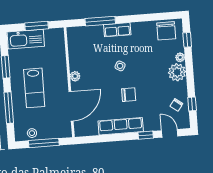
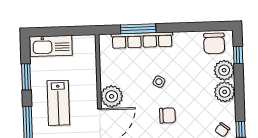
window: (37, 26) -> (64, 31), removed
row of seats: (117, 30) -> (142, 40), width x2.02
plant: (180, 57) -> (224, 70), width x1.88, depth x1.88
plant: (75, 76) -> (112, 96), width x1.87, depth x1.87

